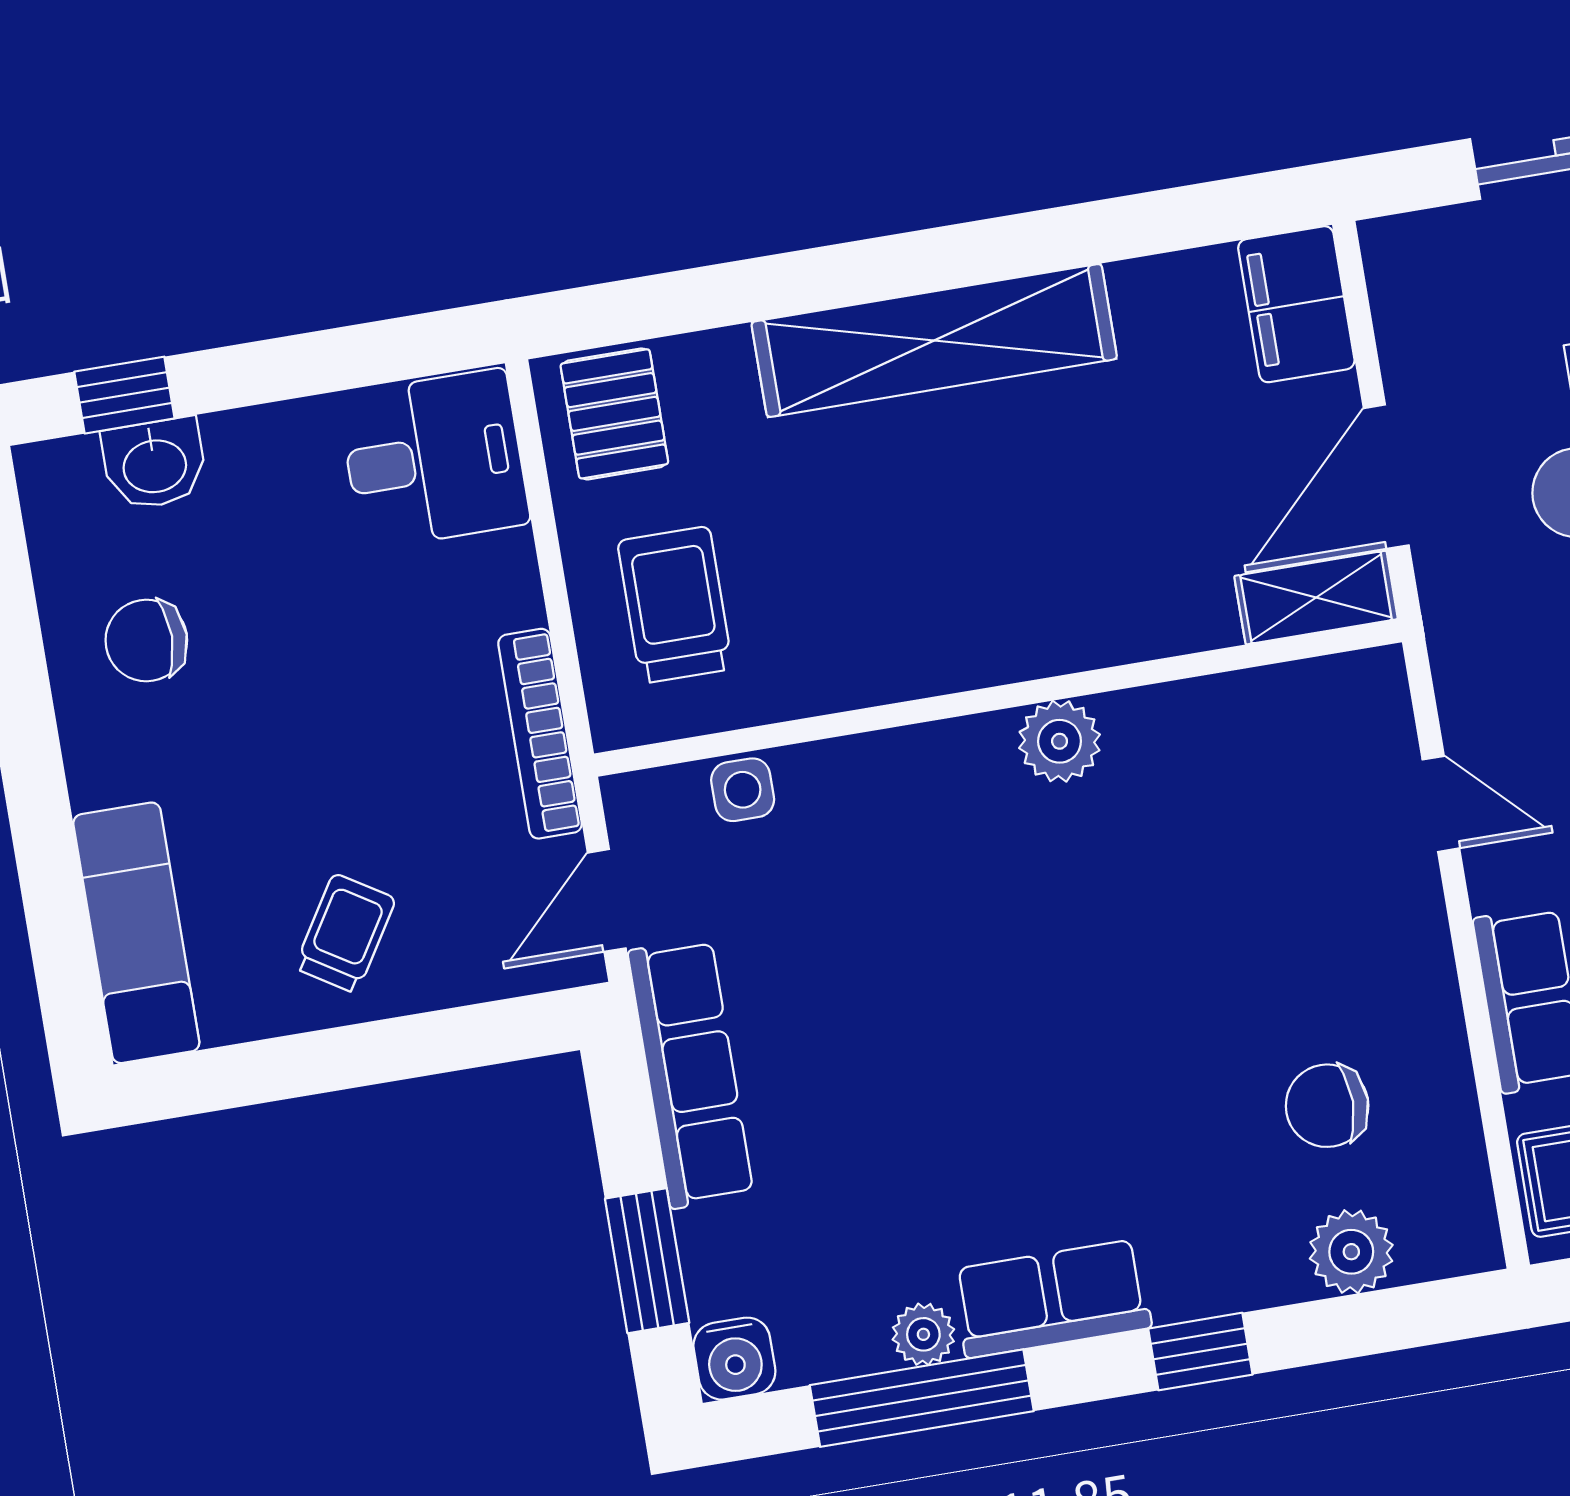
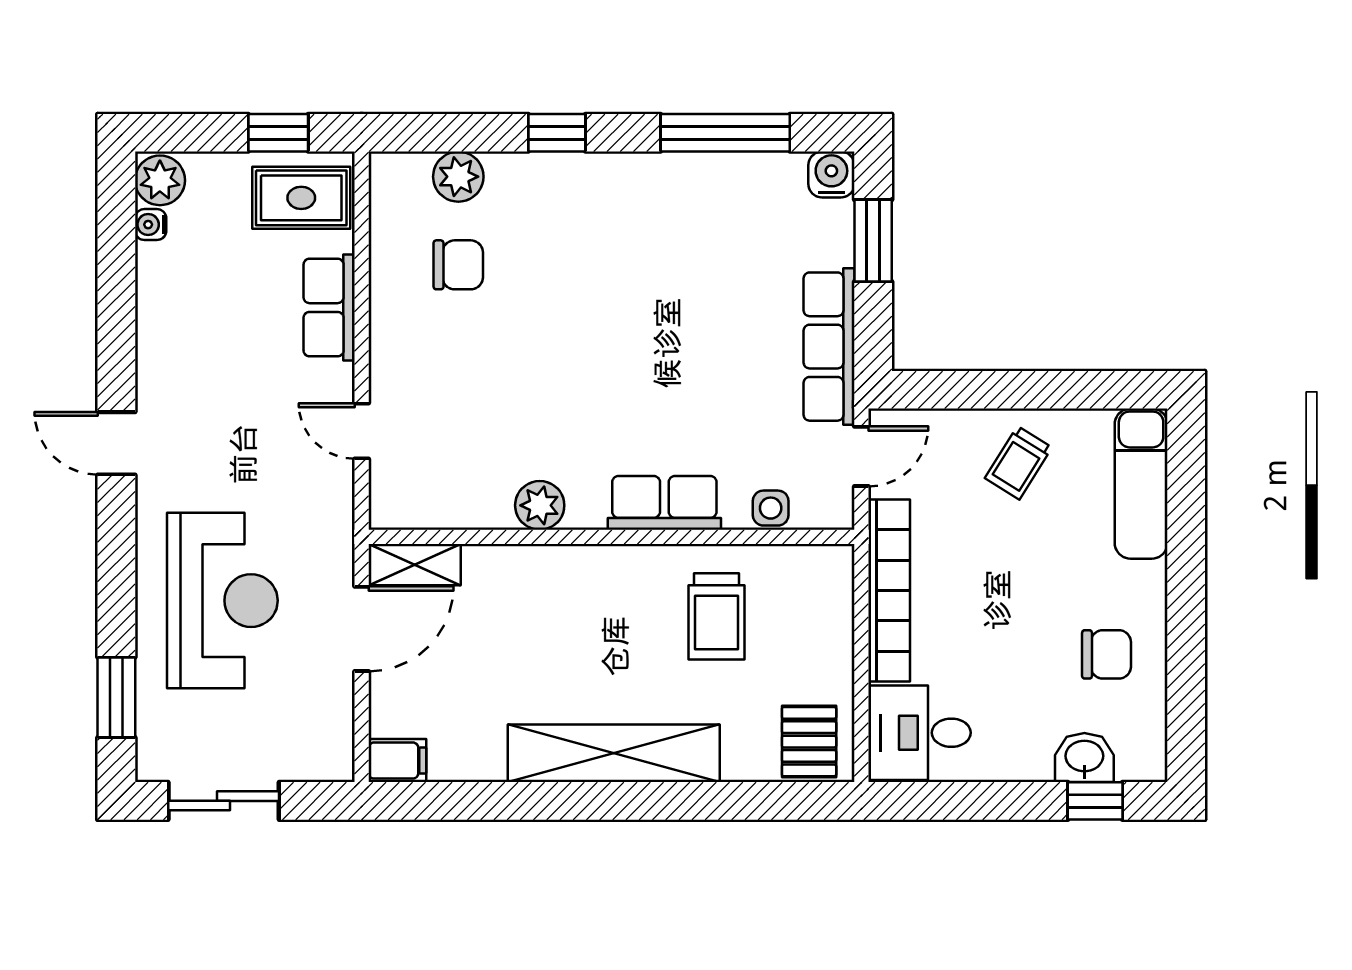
filing cabinet: (1296, 304) -> (397, 761), width x0.50
trolley: (675, 605) -> (716, 616), moved
bookcase: (540, 734) -> (889, 590), width x1.48, depth x1.31
plant: (1060, 741) -> (540, 505), moved
row of seats: (1052, 1299) -> (664, 503), moved, turned 180
plant: (923, 1334) -> (718, 170), removed

